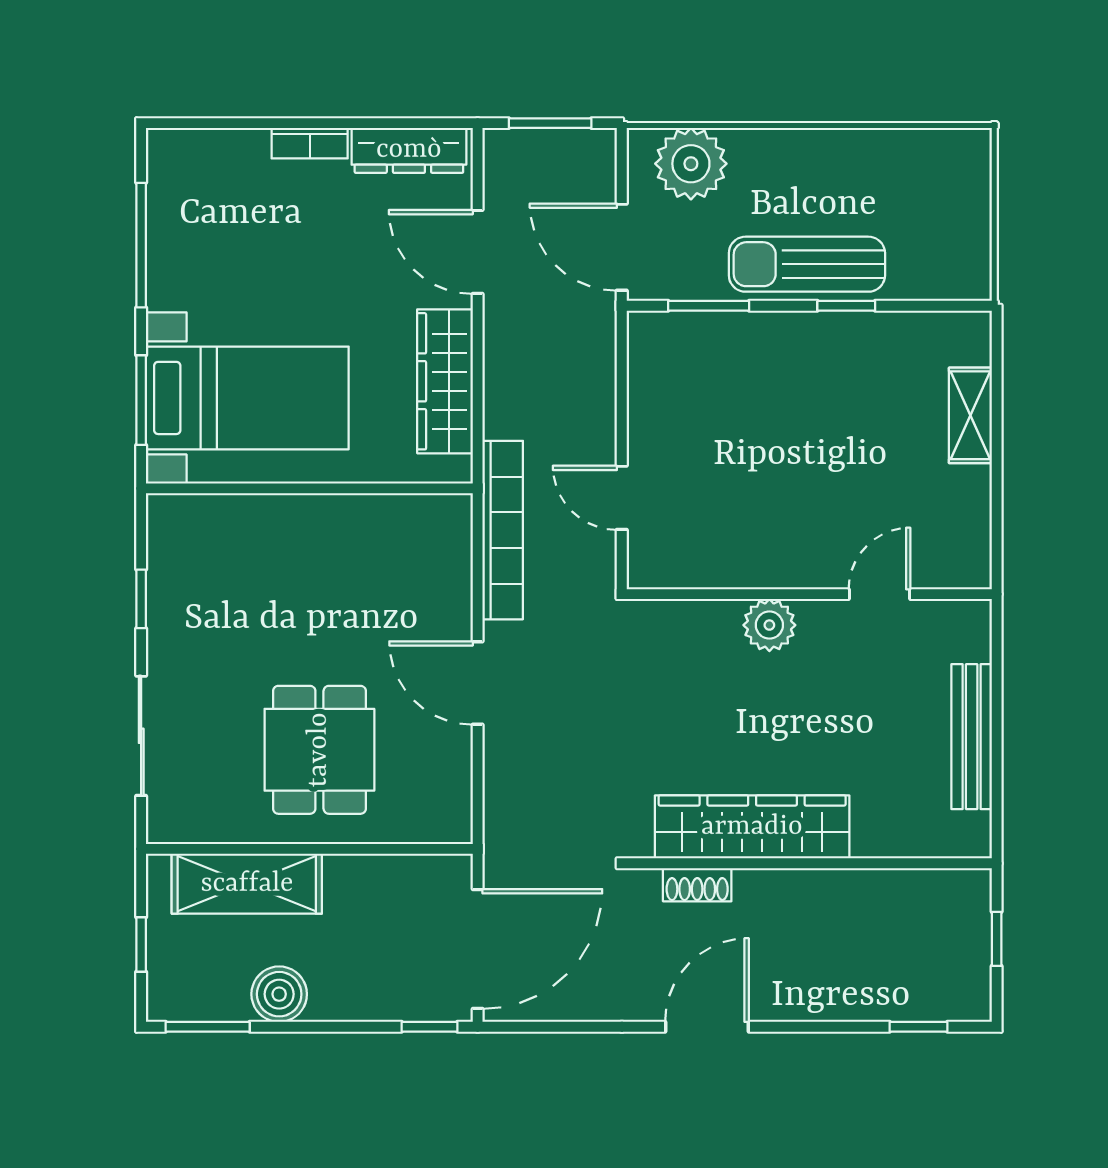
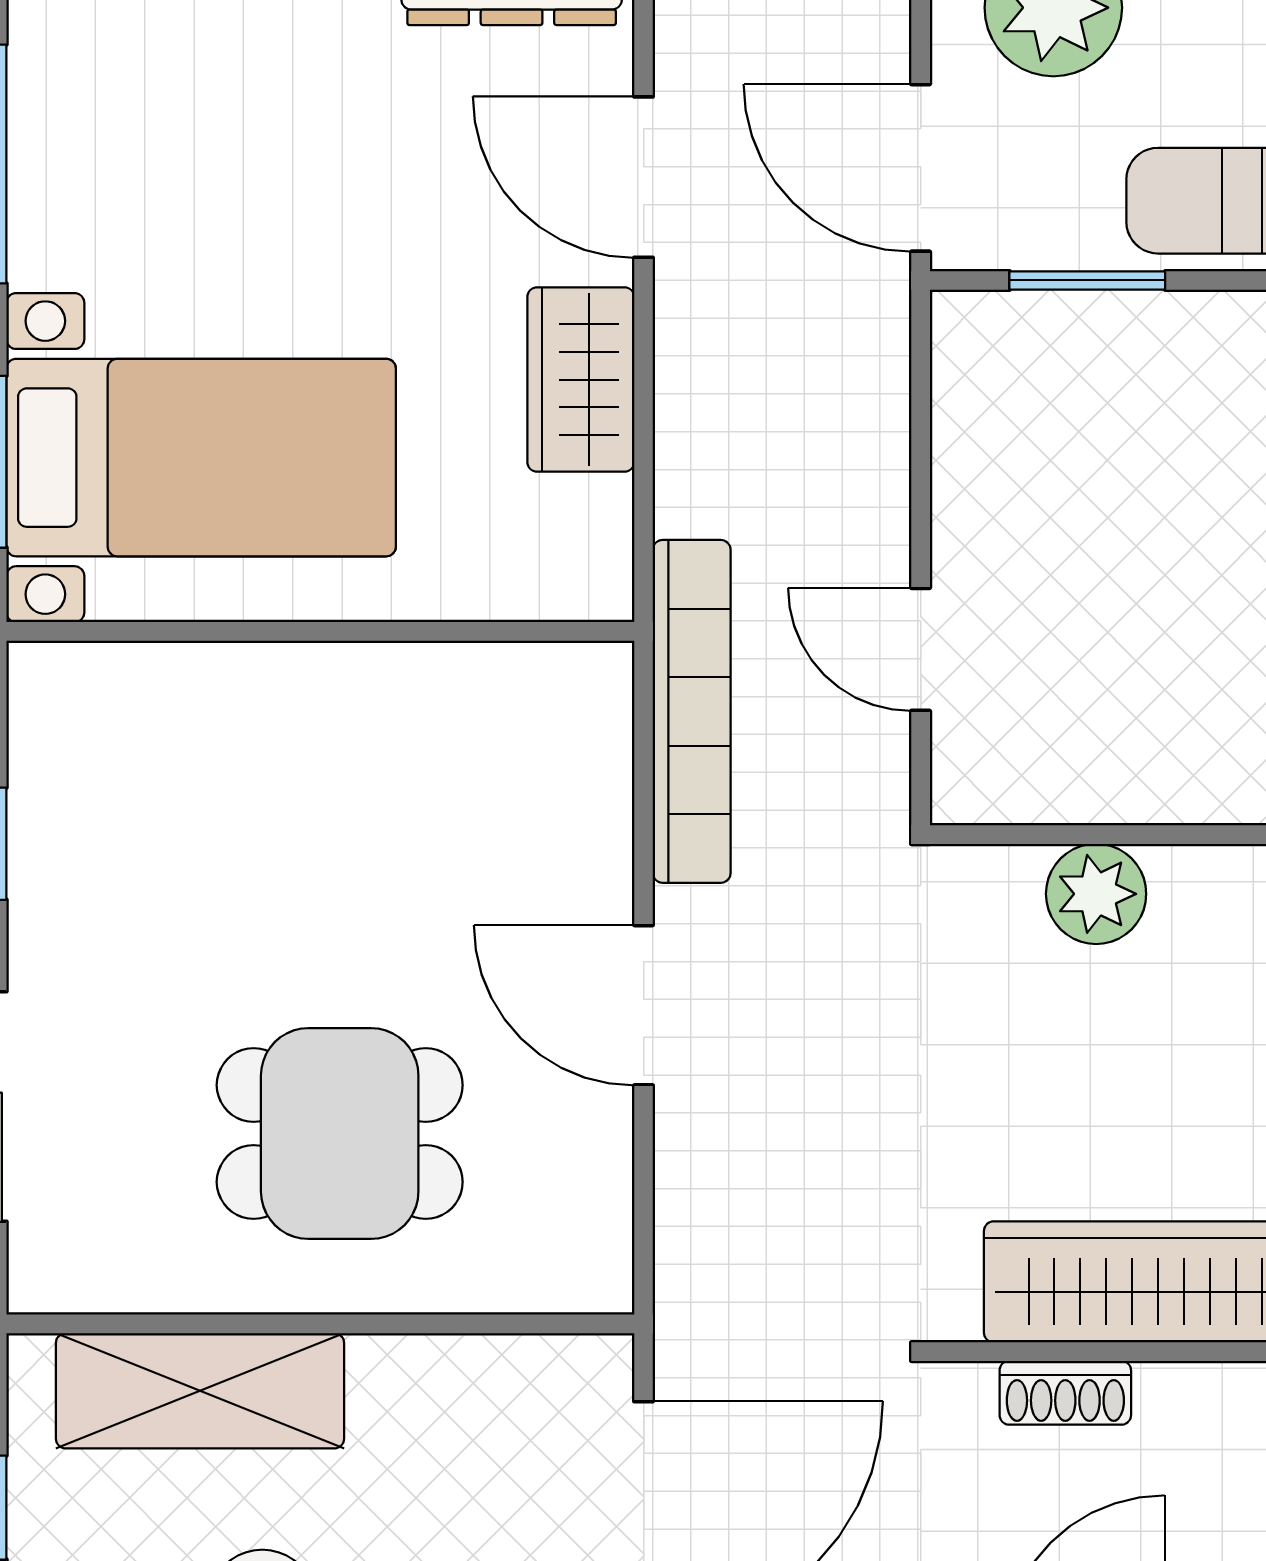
wardrobe: (445, 381) -> (581, 380), width x0.67
plant: (769, 625) -> (1096, 894), moved
dining table: (319, 750) -> (340, 1134), turned 90

